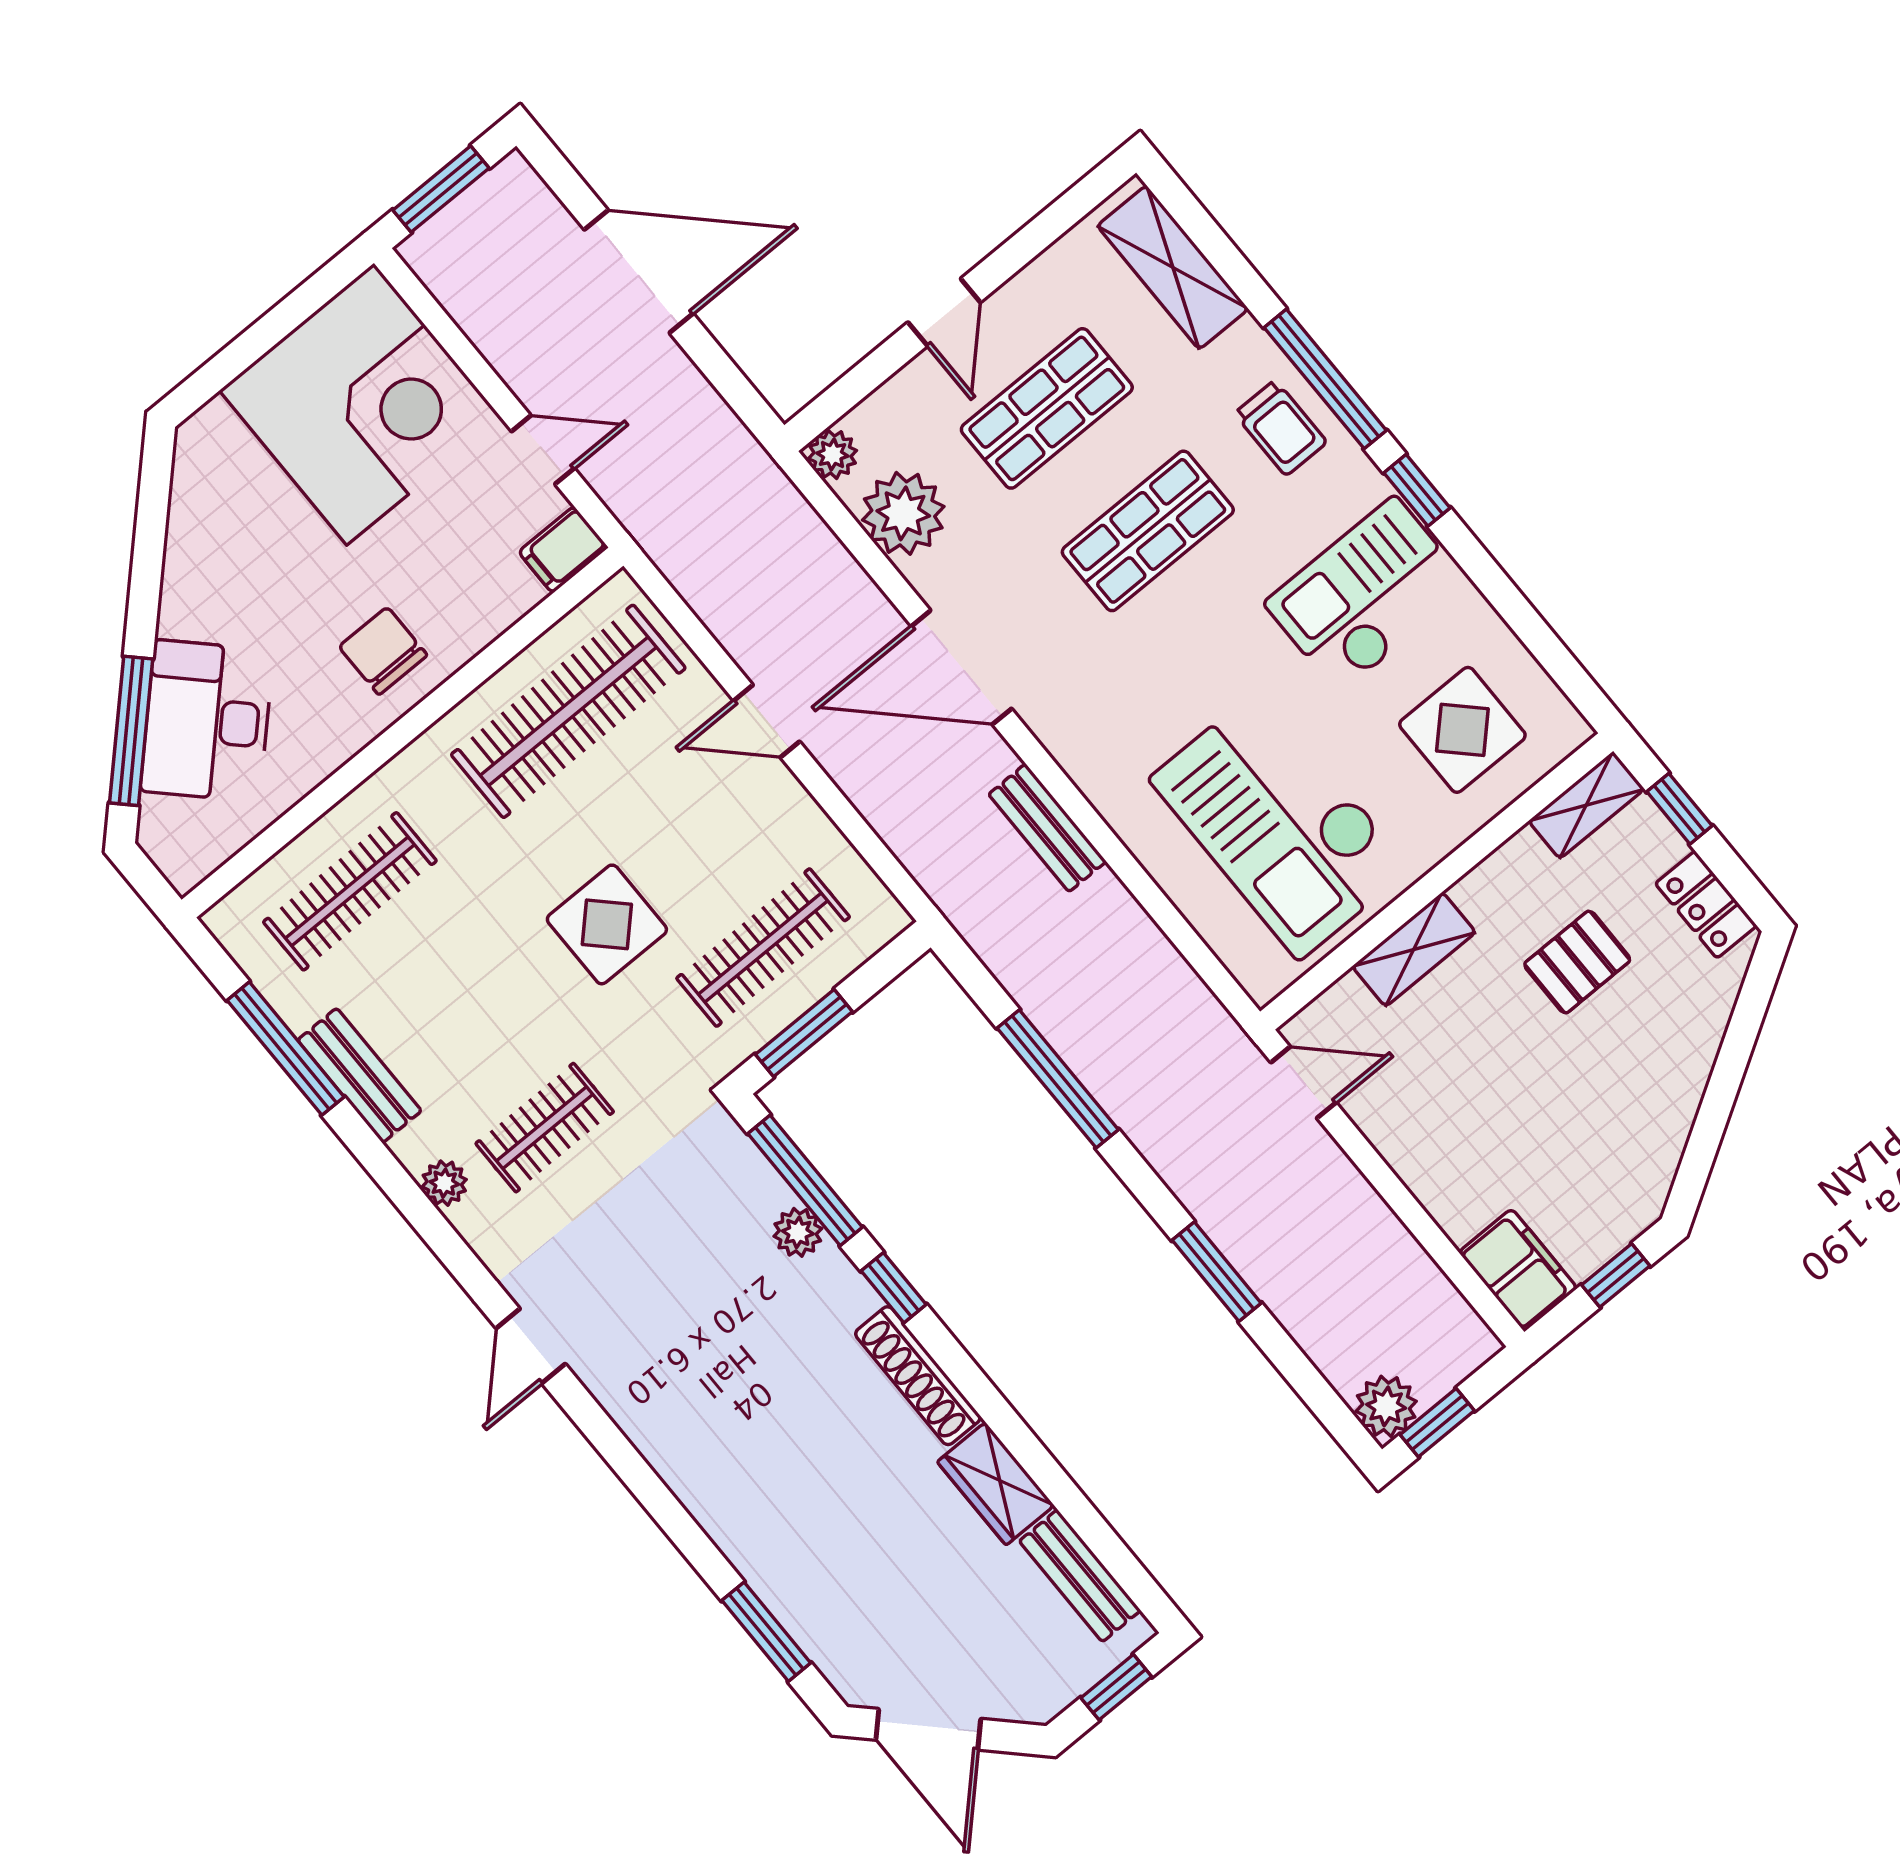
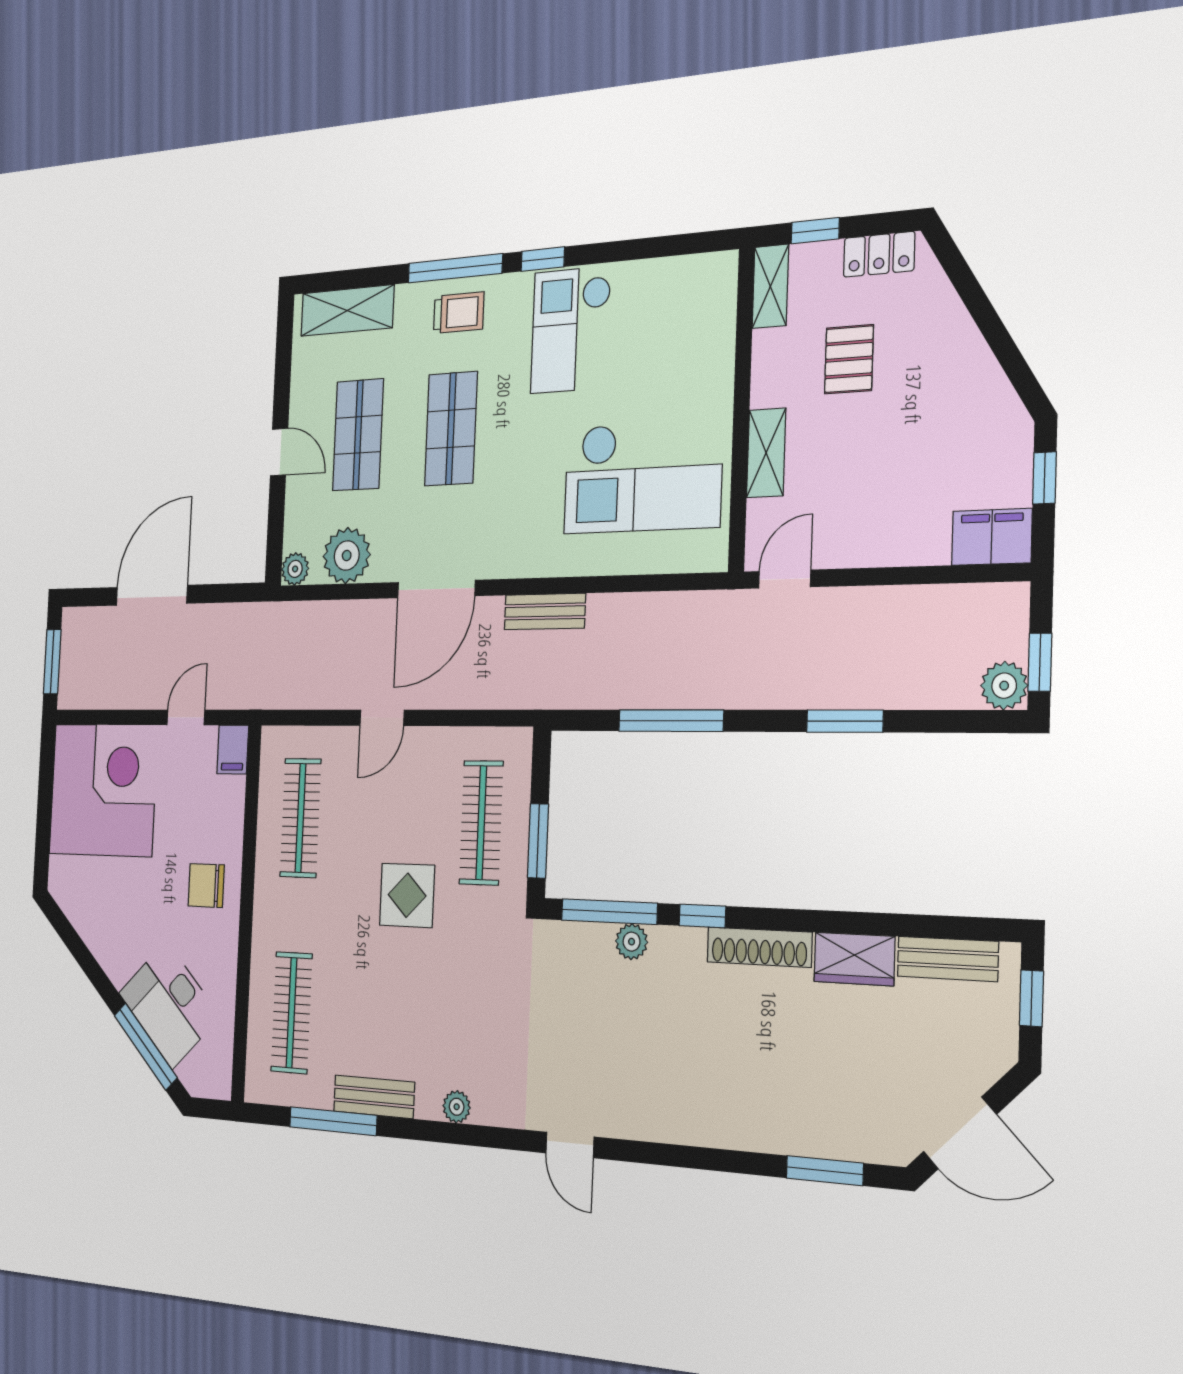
clothes rail: (568, 711) -> (301, 818), width x0.73, depth x0.76
display table: (1462, 730) -> (677, 329), removed
clothes rail: (545, 1128) -> (473, 1026), removed

